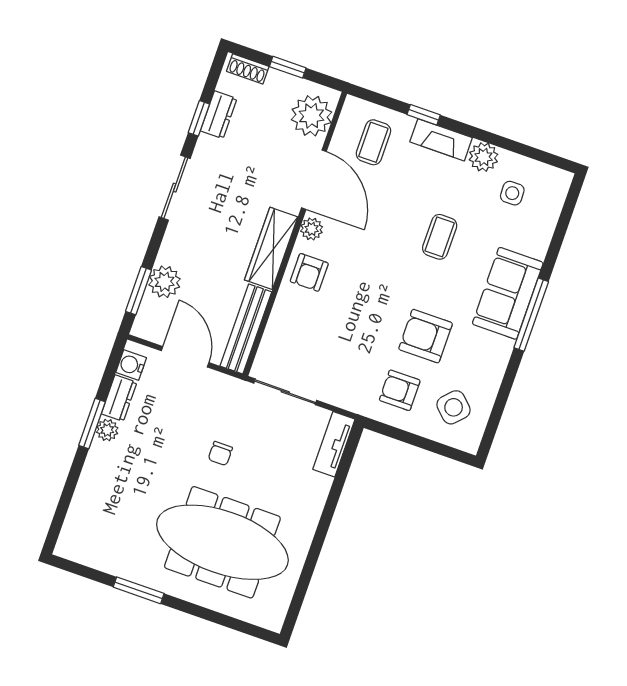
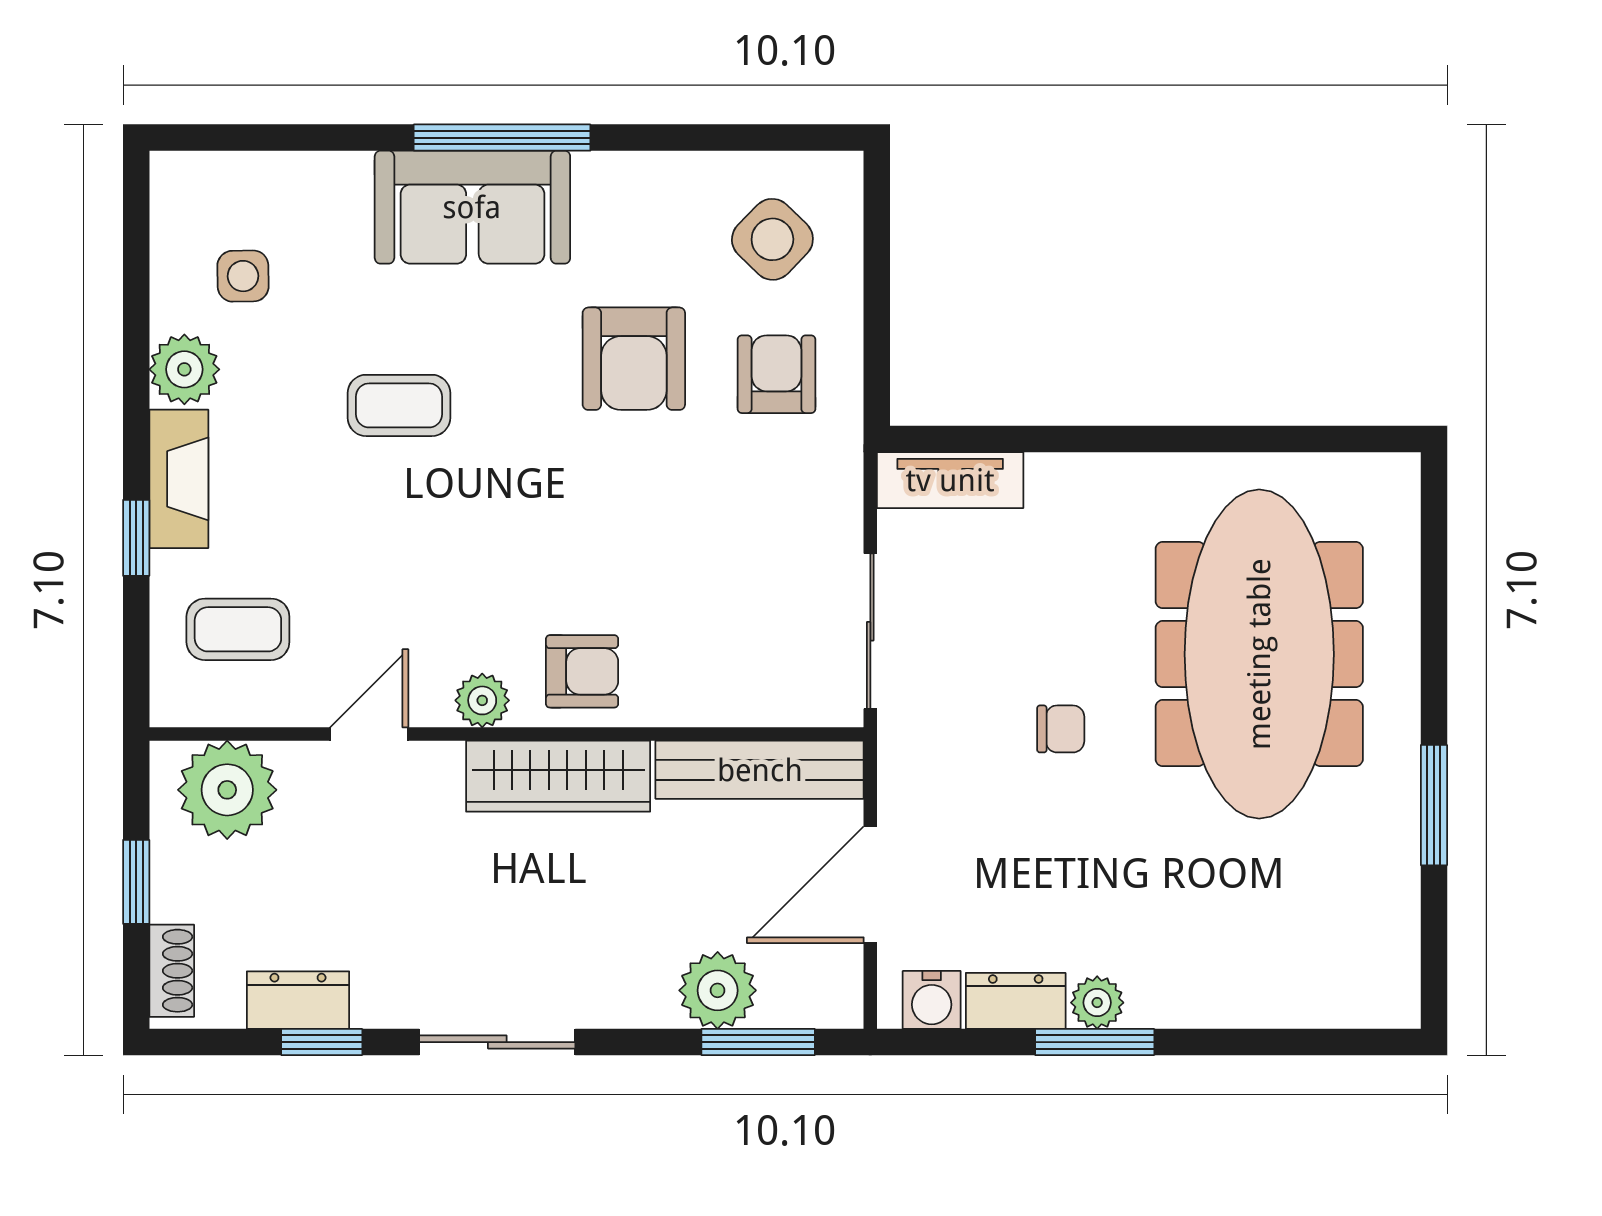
door: (314, 180) -> (369, 734), width x0.53
armchair: (400, 390) -> (776, 374), turned 180

